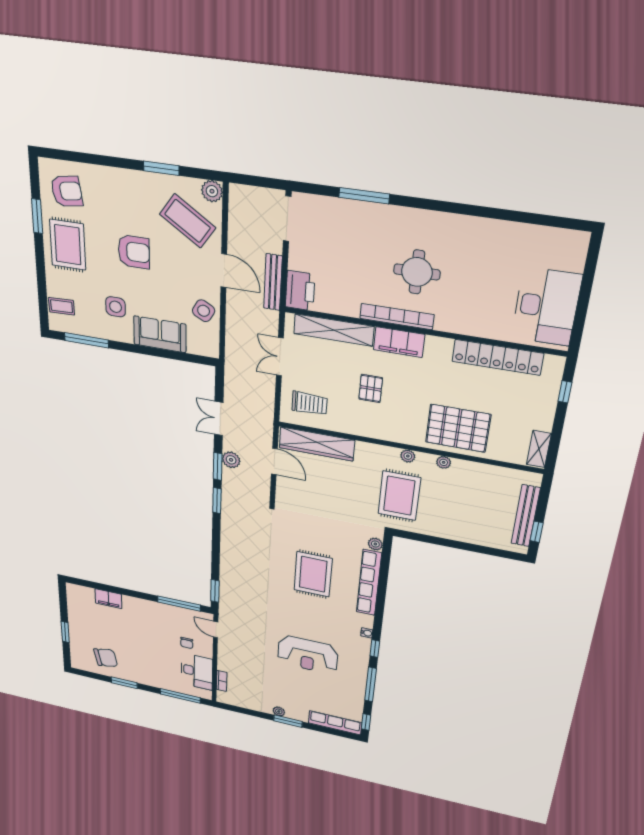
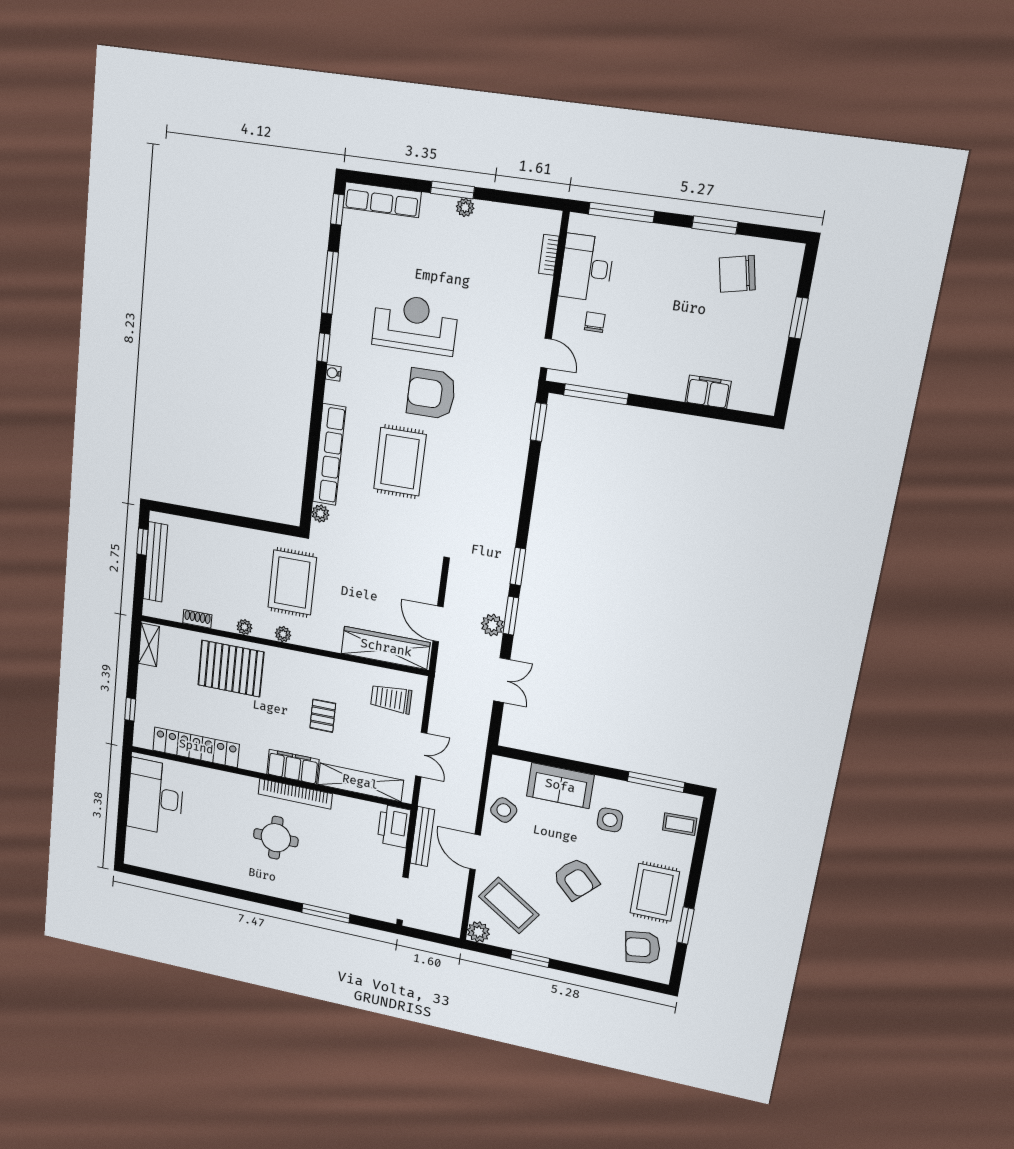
armchair: (134, 252) -> (576, 879), turned -135
shoe rack: (488, 470) -> (197, 619), added
armchair: (293, 614) -> (431, 394), added

